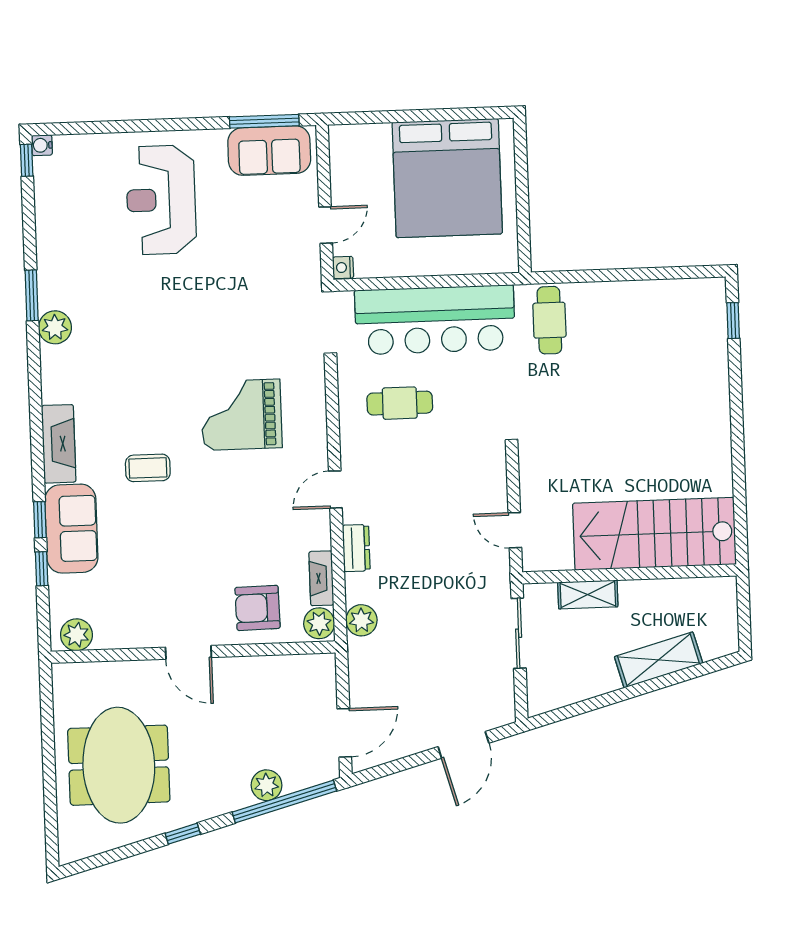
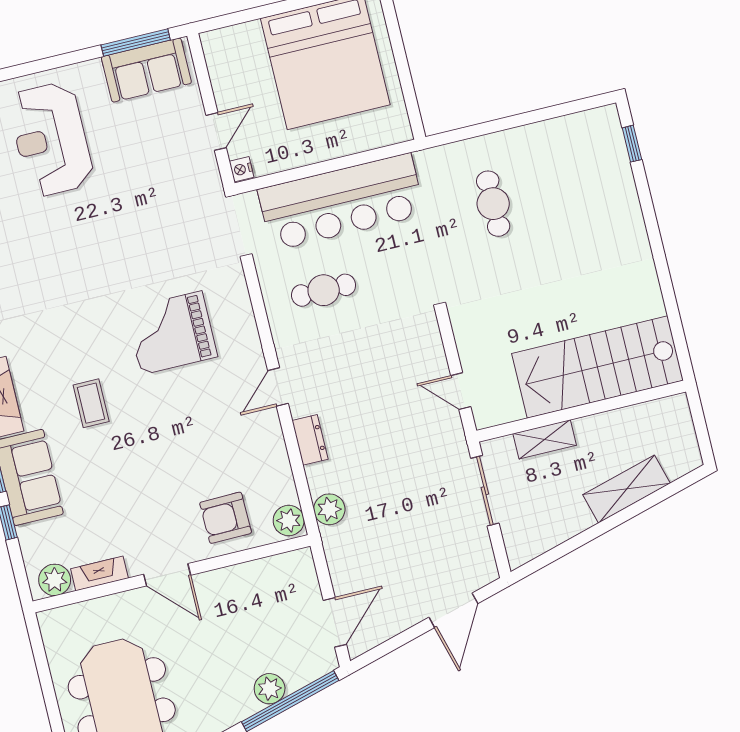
cafe table: (549, 320) -> (493, 204), moved
coffee table: (148, 468) -> (91, 403), turned 90
fireplace: (321, 578) -> (99, 573), moved, turned 90

